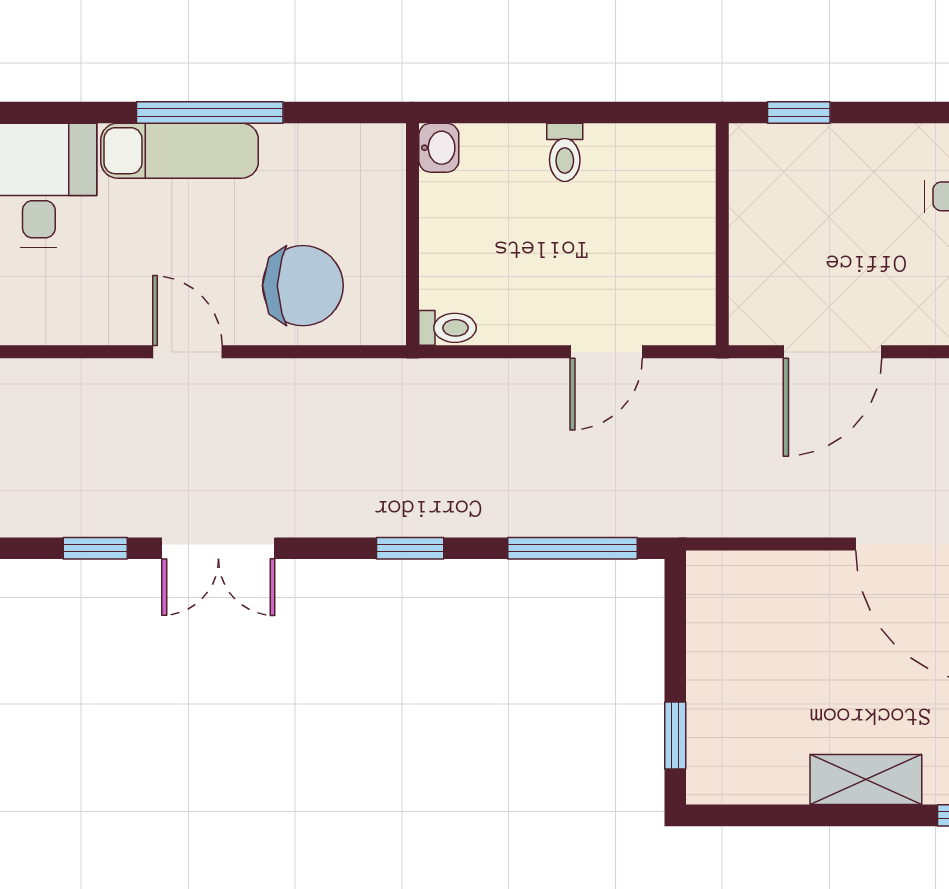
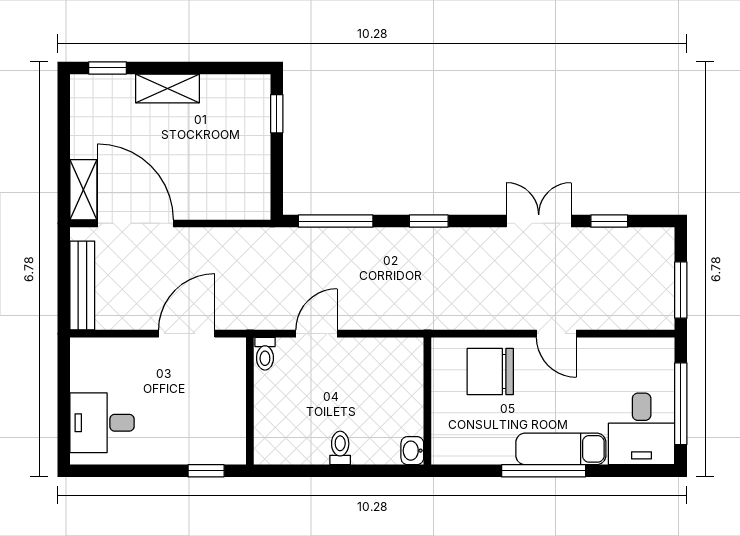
toilet: (447, 328) -> (265, 354), moved, turned -90

